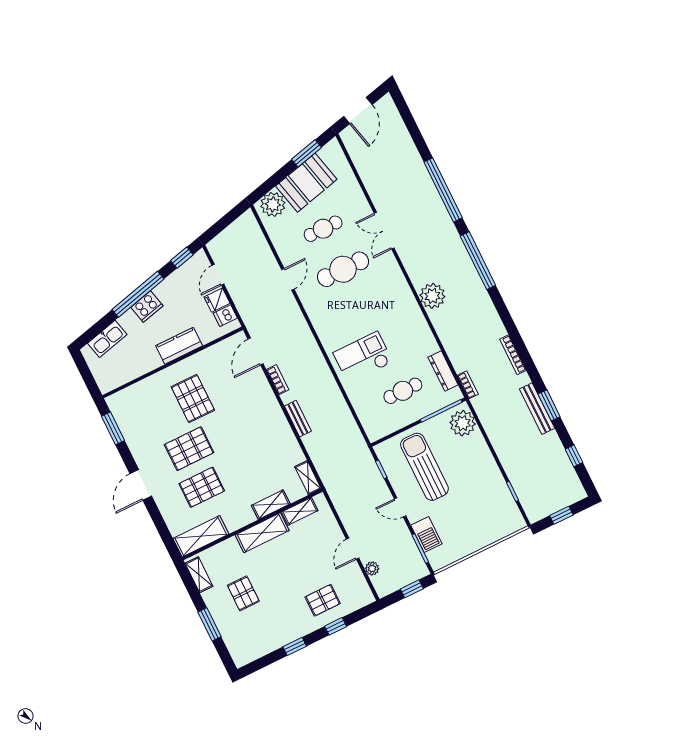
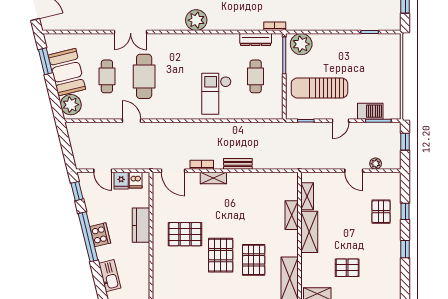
shelving: (308, 478) -> (213, 178), moved

